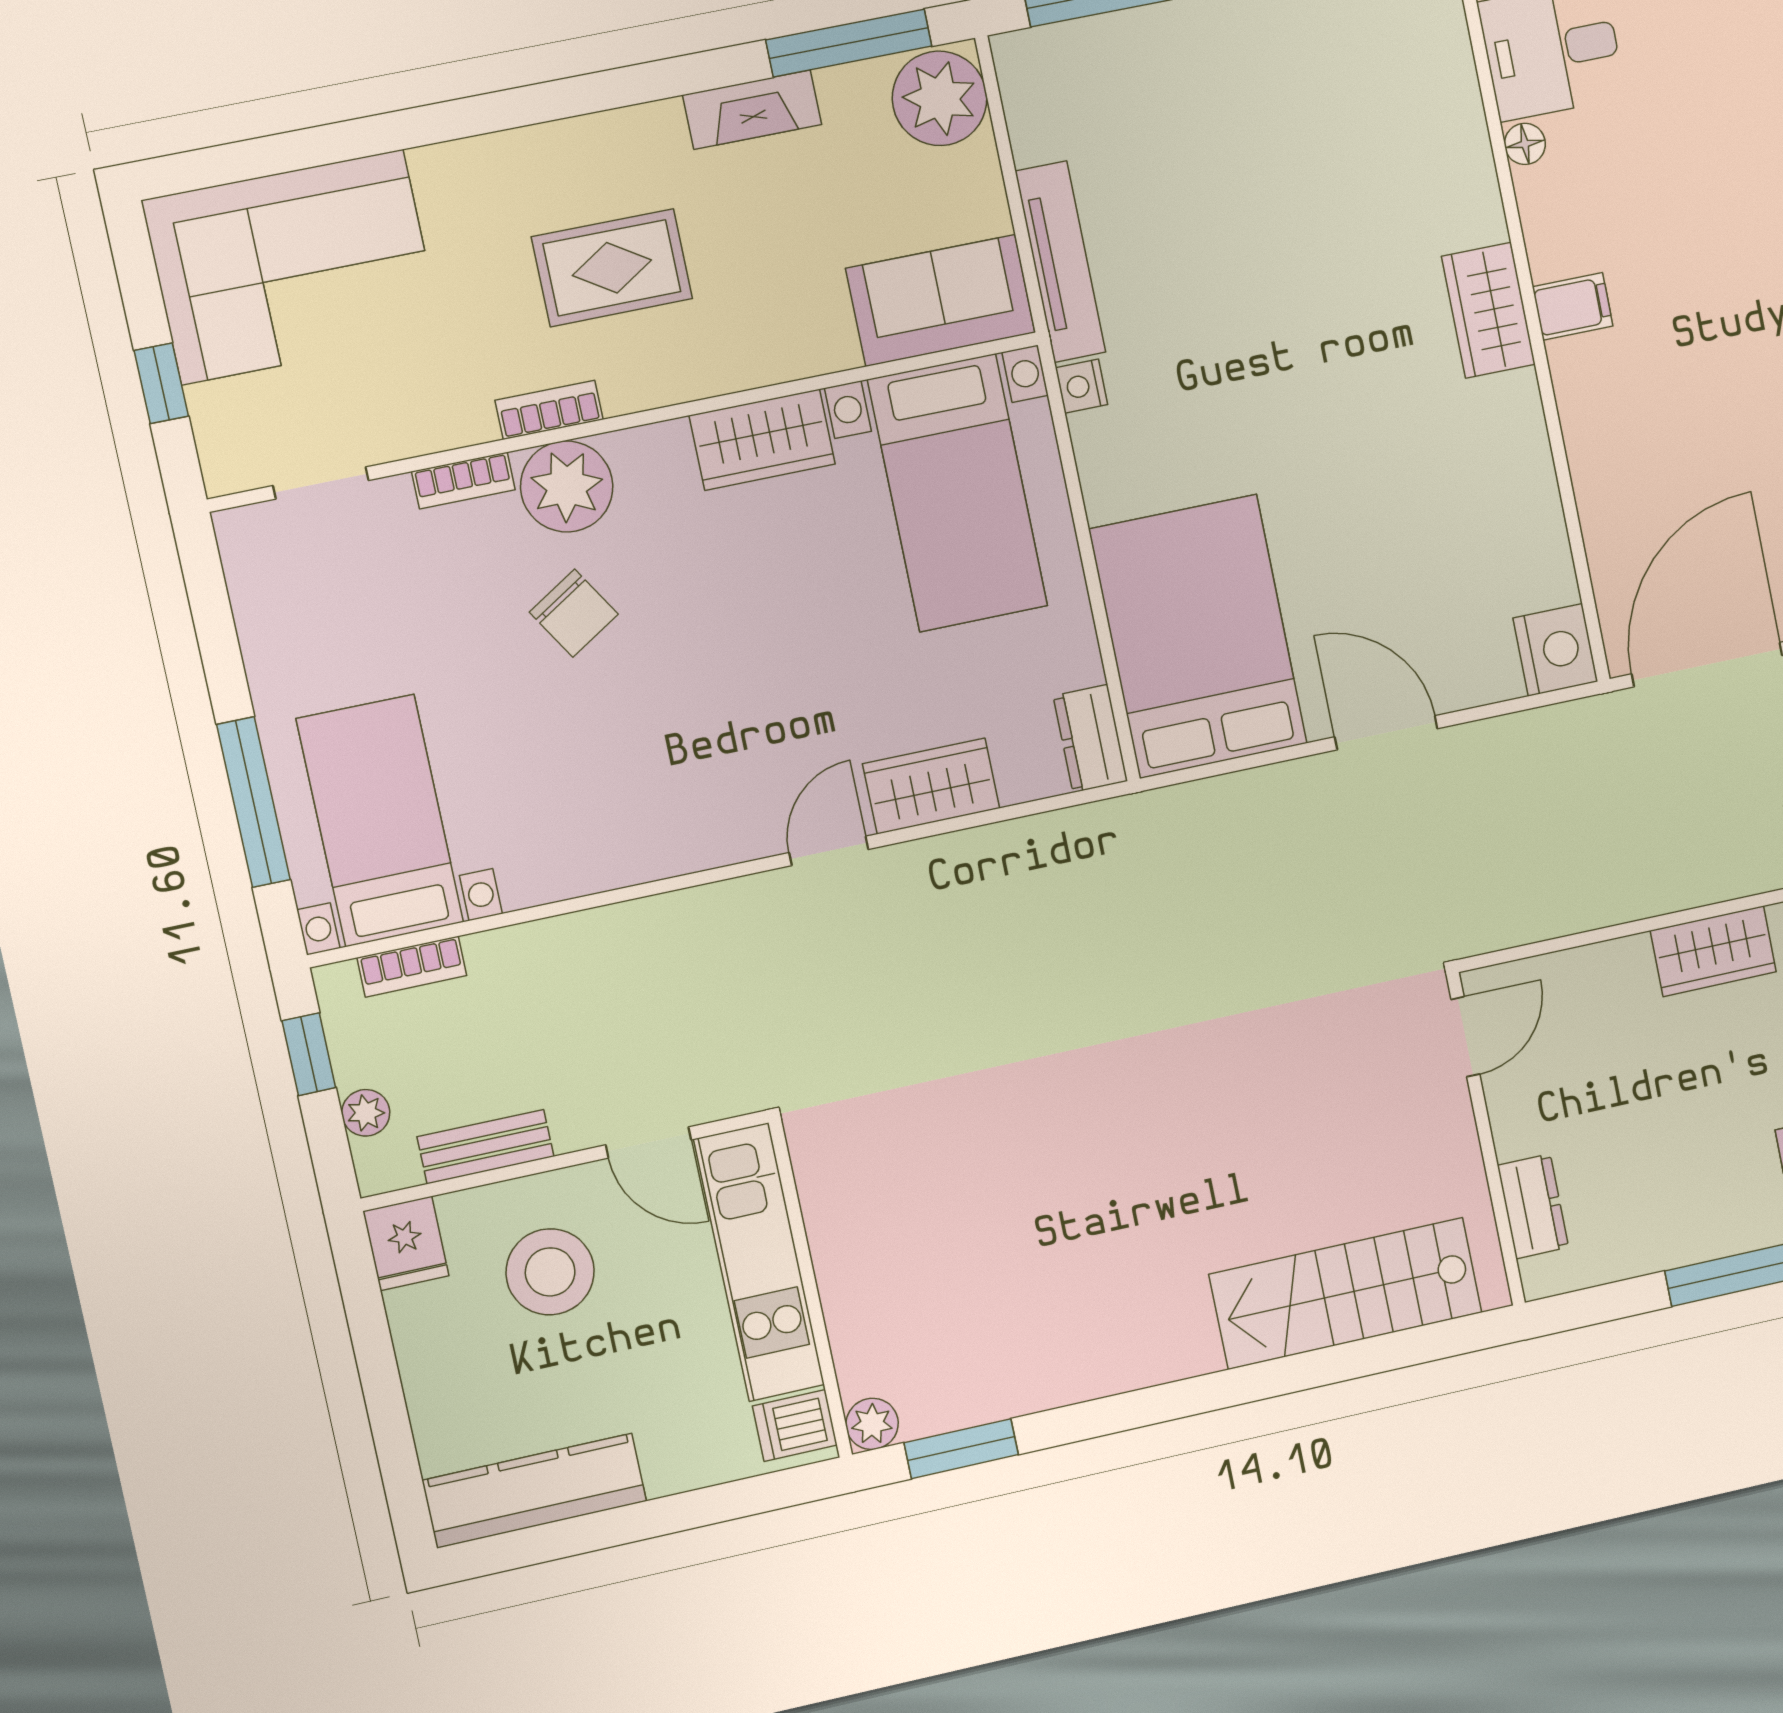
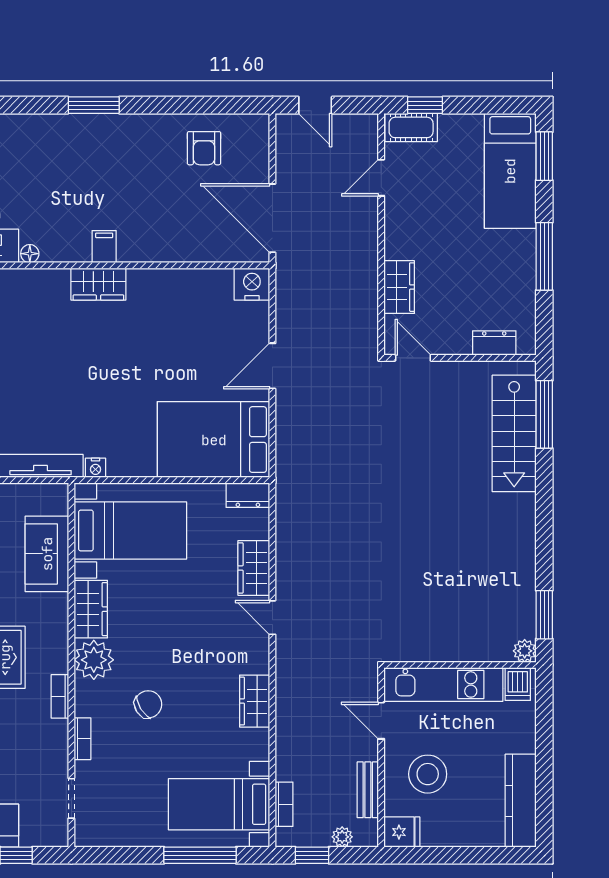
sofa: (940, 301) -> (47, 554), moved
plant: (567, 487) -> (94, 660), moved
wardrobe: (632, 851) -> (255, 701), added
wardrobe: (1713, 951) -> (399, 287), moved
door: (648, 1142) -> (381, 721), swing flipped
window: (1400, 1349) -> (544, 414), added

